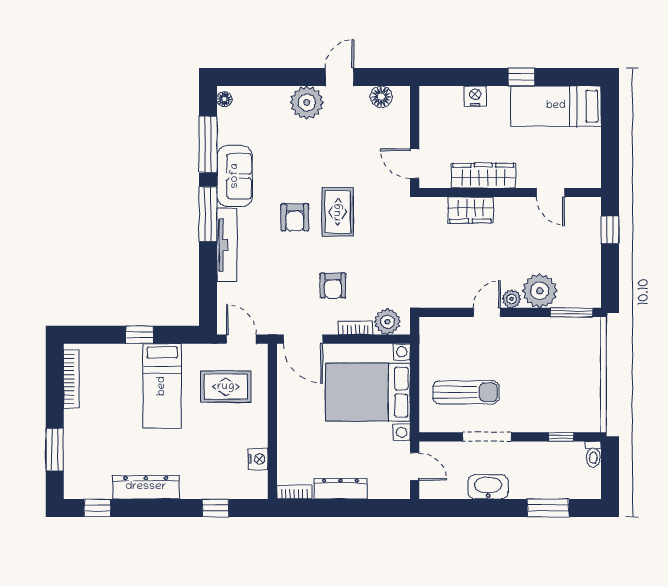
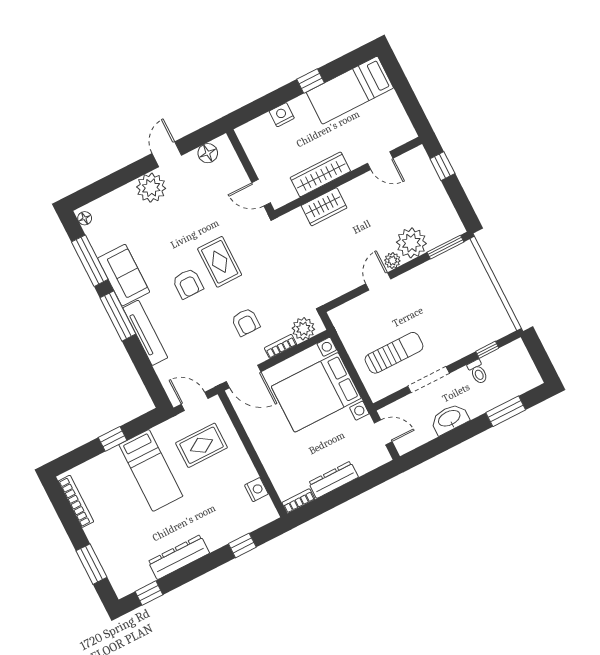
toilet: (593, 454) -> (478, 372), moved

